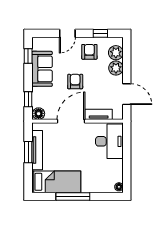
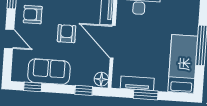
armchair: (75, 82) -> (67, 34), turned 90
tv unit: (37, 150) -> (137, 83), width x0.71

